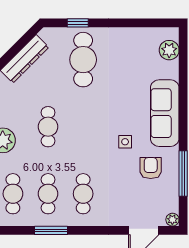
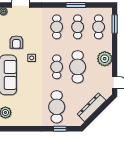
cafe table: (48, 127) -> (78, 67), width x1.37, depth x1.35
cafe table: (83, 127) -> (57, 67), added

